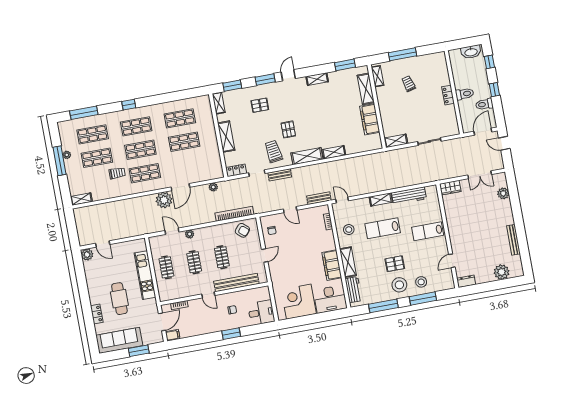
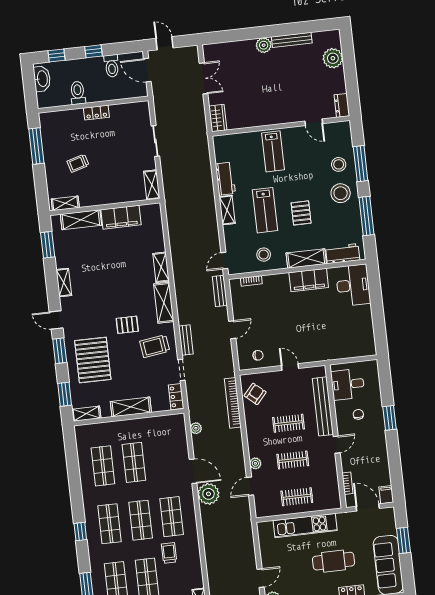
window: (403, 54) -> (36, 146), moved
toilet: (465, 94) -> (78, 93), moved
pallet: (260, 105) -> (93, 360), width x2.05, depth x2.00
door: (504, 143) -> (164, 43), swing flipped
plant: (503, 193) -> (264, 45), moved
workbench: (409, 196) -> (225, 179), width x0.73
pallet: (395, 264) -> (301, 213), moved
corner desk: (299, 302) -> (353, 326), removed
desk: (261, 313) -> (348, 384), moved, turned -90

